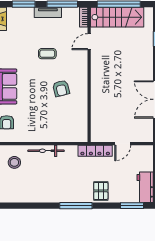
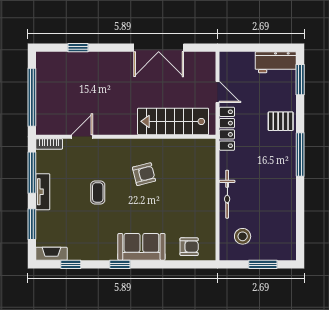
stairs: (117, 17) -> (173, 121), moved, turned -90
door: (89, 42) -> (82, 137), swing flipped

